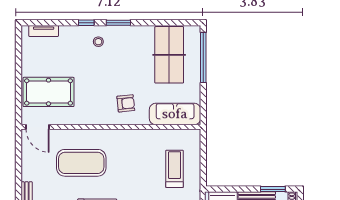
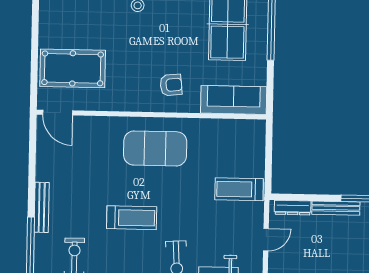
exercise mat: (81, 163) -> (155, 148), moved
treadmill: (175, 169) -> (239, 189), moved, turned -90

